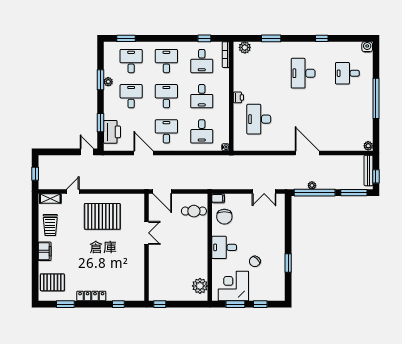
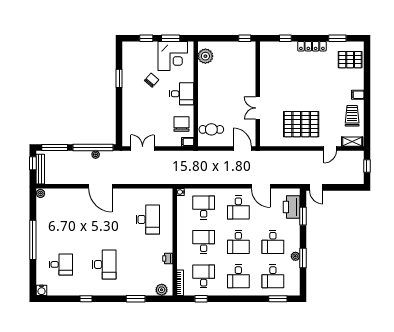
printer: (238, 97) -> (168, 259), moved
filing cabinet: (45, 251) -> (358, 95), width x0.50

